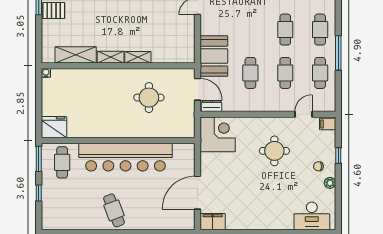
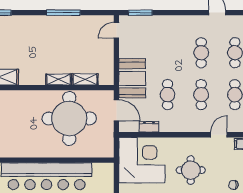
shelving: (111, 57) -> (85, 79), moved
round table: (149, 98) -> (69, 118), width x1.86, depth x1.86
dresser: (212, 106) -> (149, 127), moved
corner desk: (218, 134) -> (142, 160), width x1.36, depth x1.36

